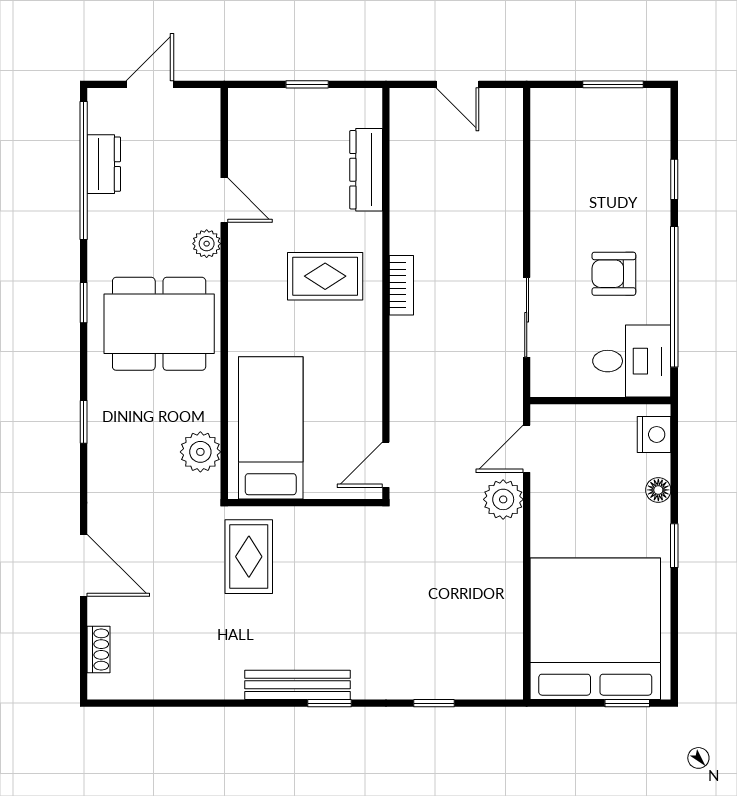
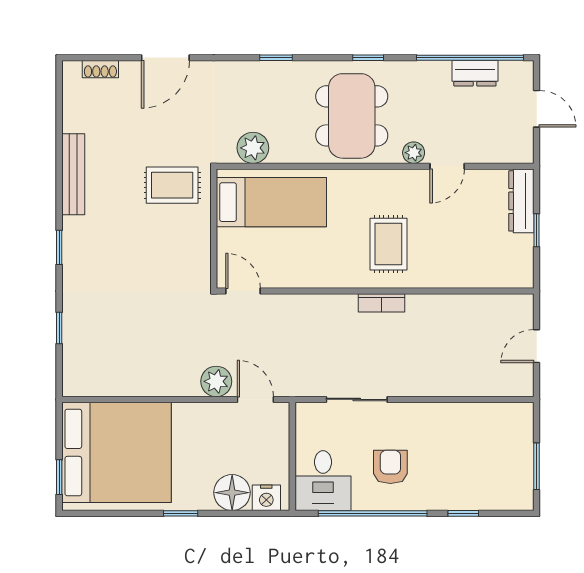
dresser: (366, 170) -> (521, 201), moved, turned -90
floor lamp: (658, 490) -> (232, 493), width x1.89, depth x1.89
bench: (298, 685) -> (73, 174), moved

